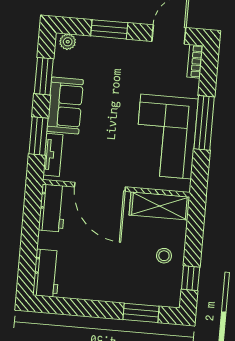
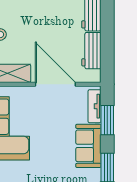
workbench: (52, 208) -> (91, 51), moved

